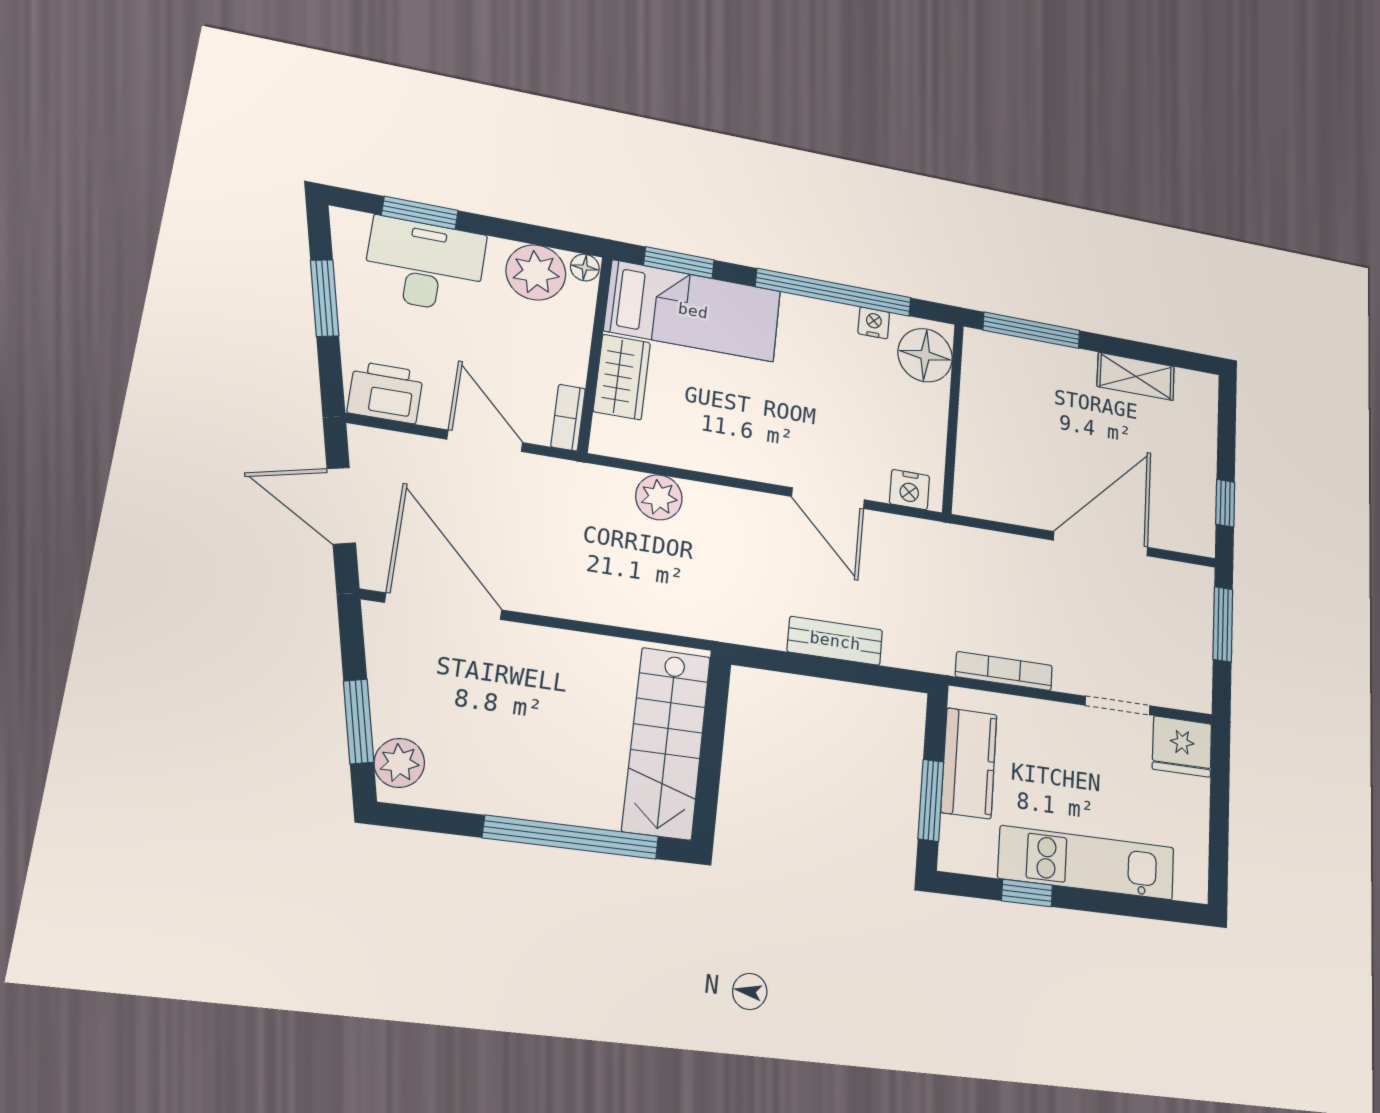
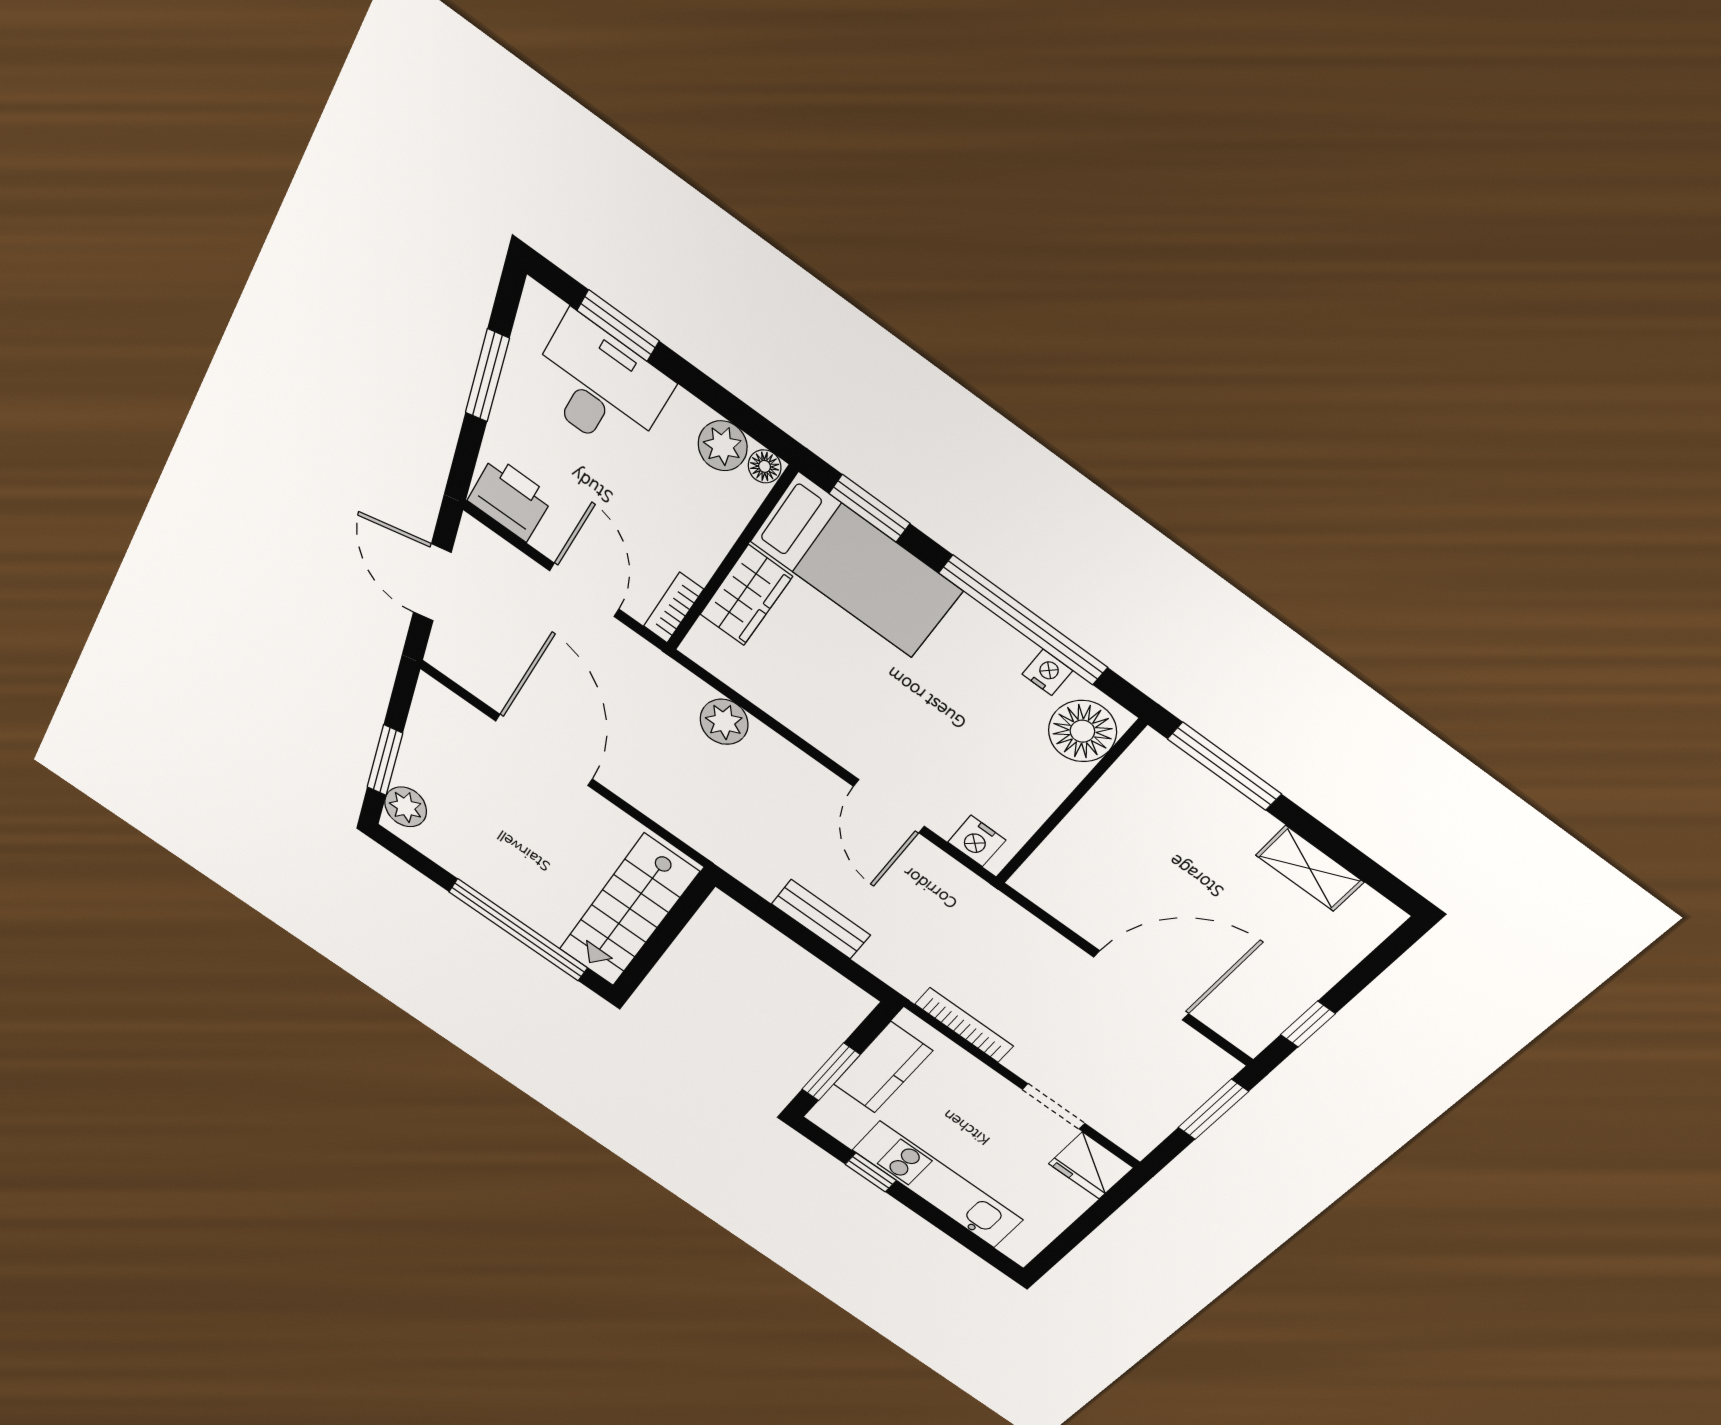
plant: (536, 272) -> (723, 446), width x0.73, depth x0.73
door: (444, 606) -> (544, 750), moved

